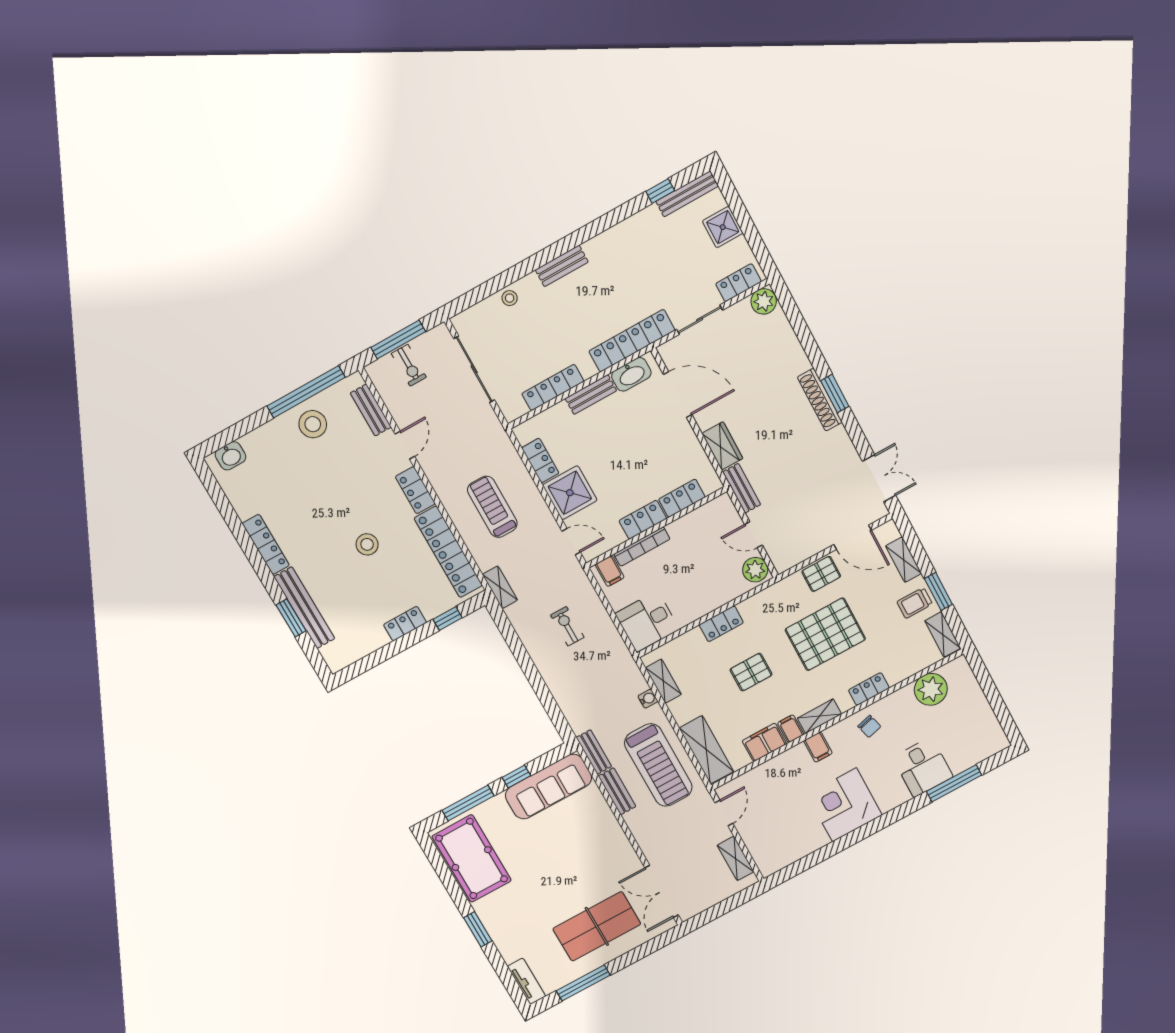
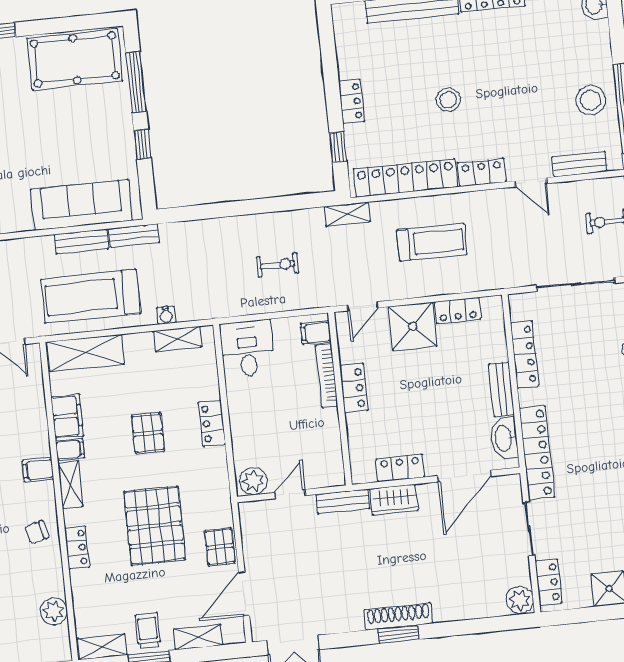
locker: (682, 498) -> (400, 468), moved, turned -90
plant: (931, 689) -> (54, 611), width x0.73, depth x0.73
sofa: (548, 787) -> (81, 205), moved, turned 90

